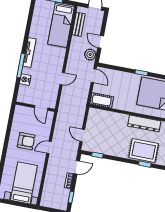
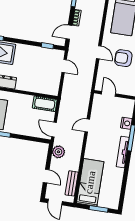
door: (101, 42) -> (46, 176), moved
door: (49, 147) -> (99, 52), hinge flipped

